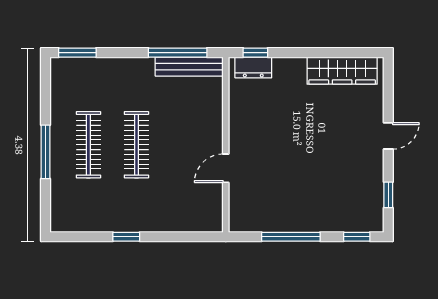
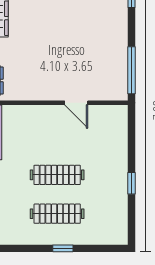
window: (45, 152) -> (63, 248), width x0.46
window: (291, 237) -> (132, 70), moved

